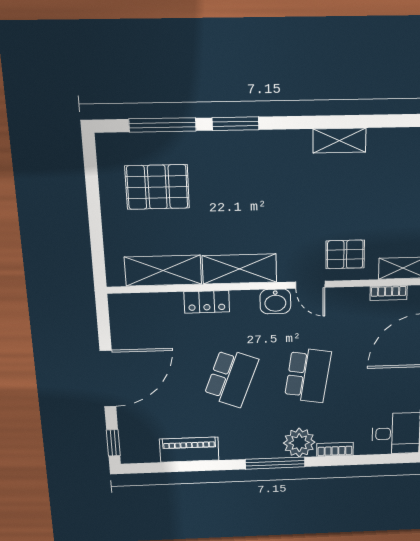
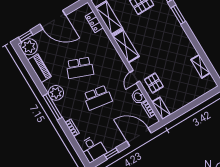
shelving: (339, 140) -> (200, 66), moved
washbasin: (275, 301) -> (138, 97), moved
locker: (207, 302) -> (94, 22), moved
plant: (299, 443) -> (56, 93), moved
plant: (137, 447) -> (29, 47), added

